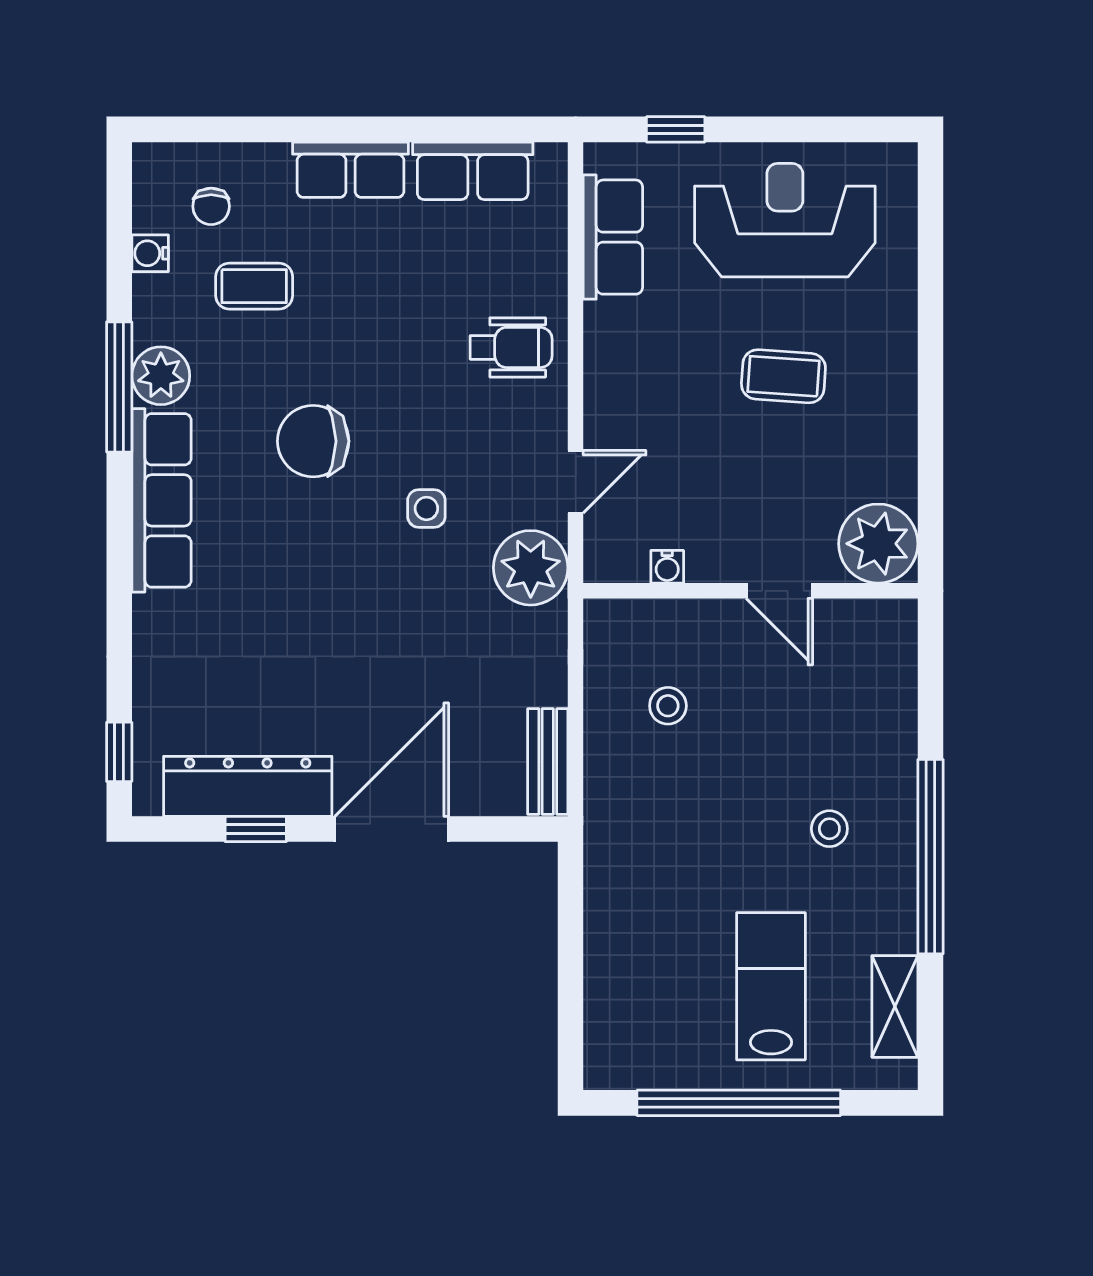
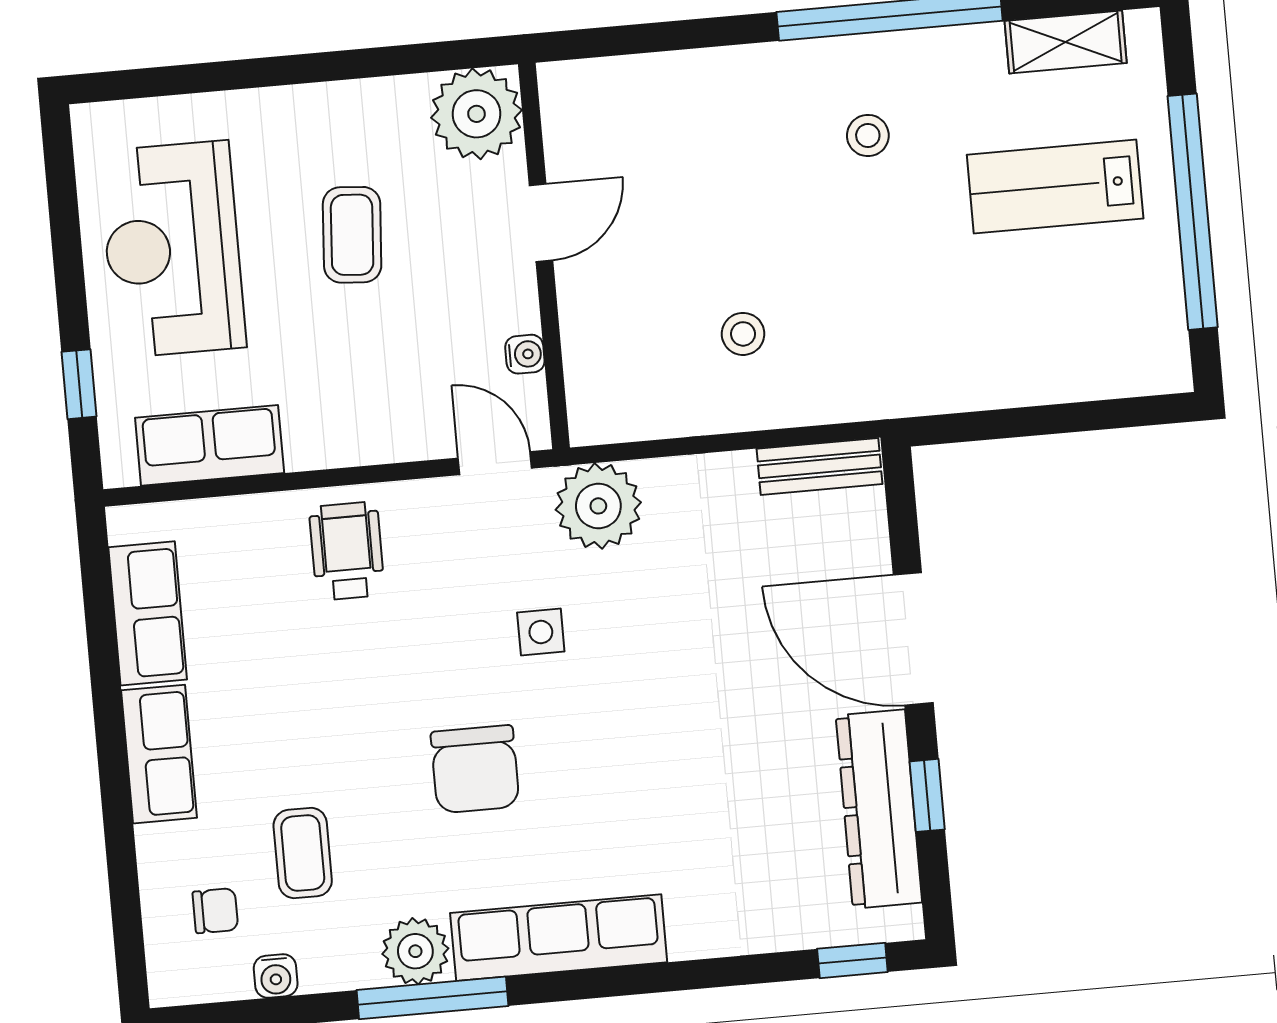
plant: (878, 544) -> (476, 114), moved
water cooler: (667, 567) -> (525, 354), moved
wall: (750, 591) -> (544, 256), moved
door: (779, 591) -> (541, 223), moved

